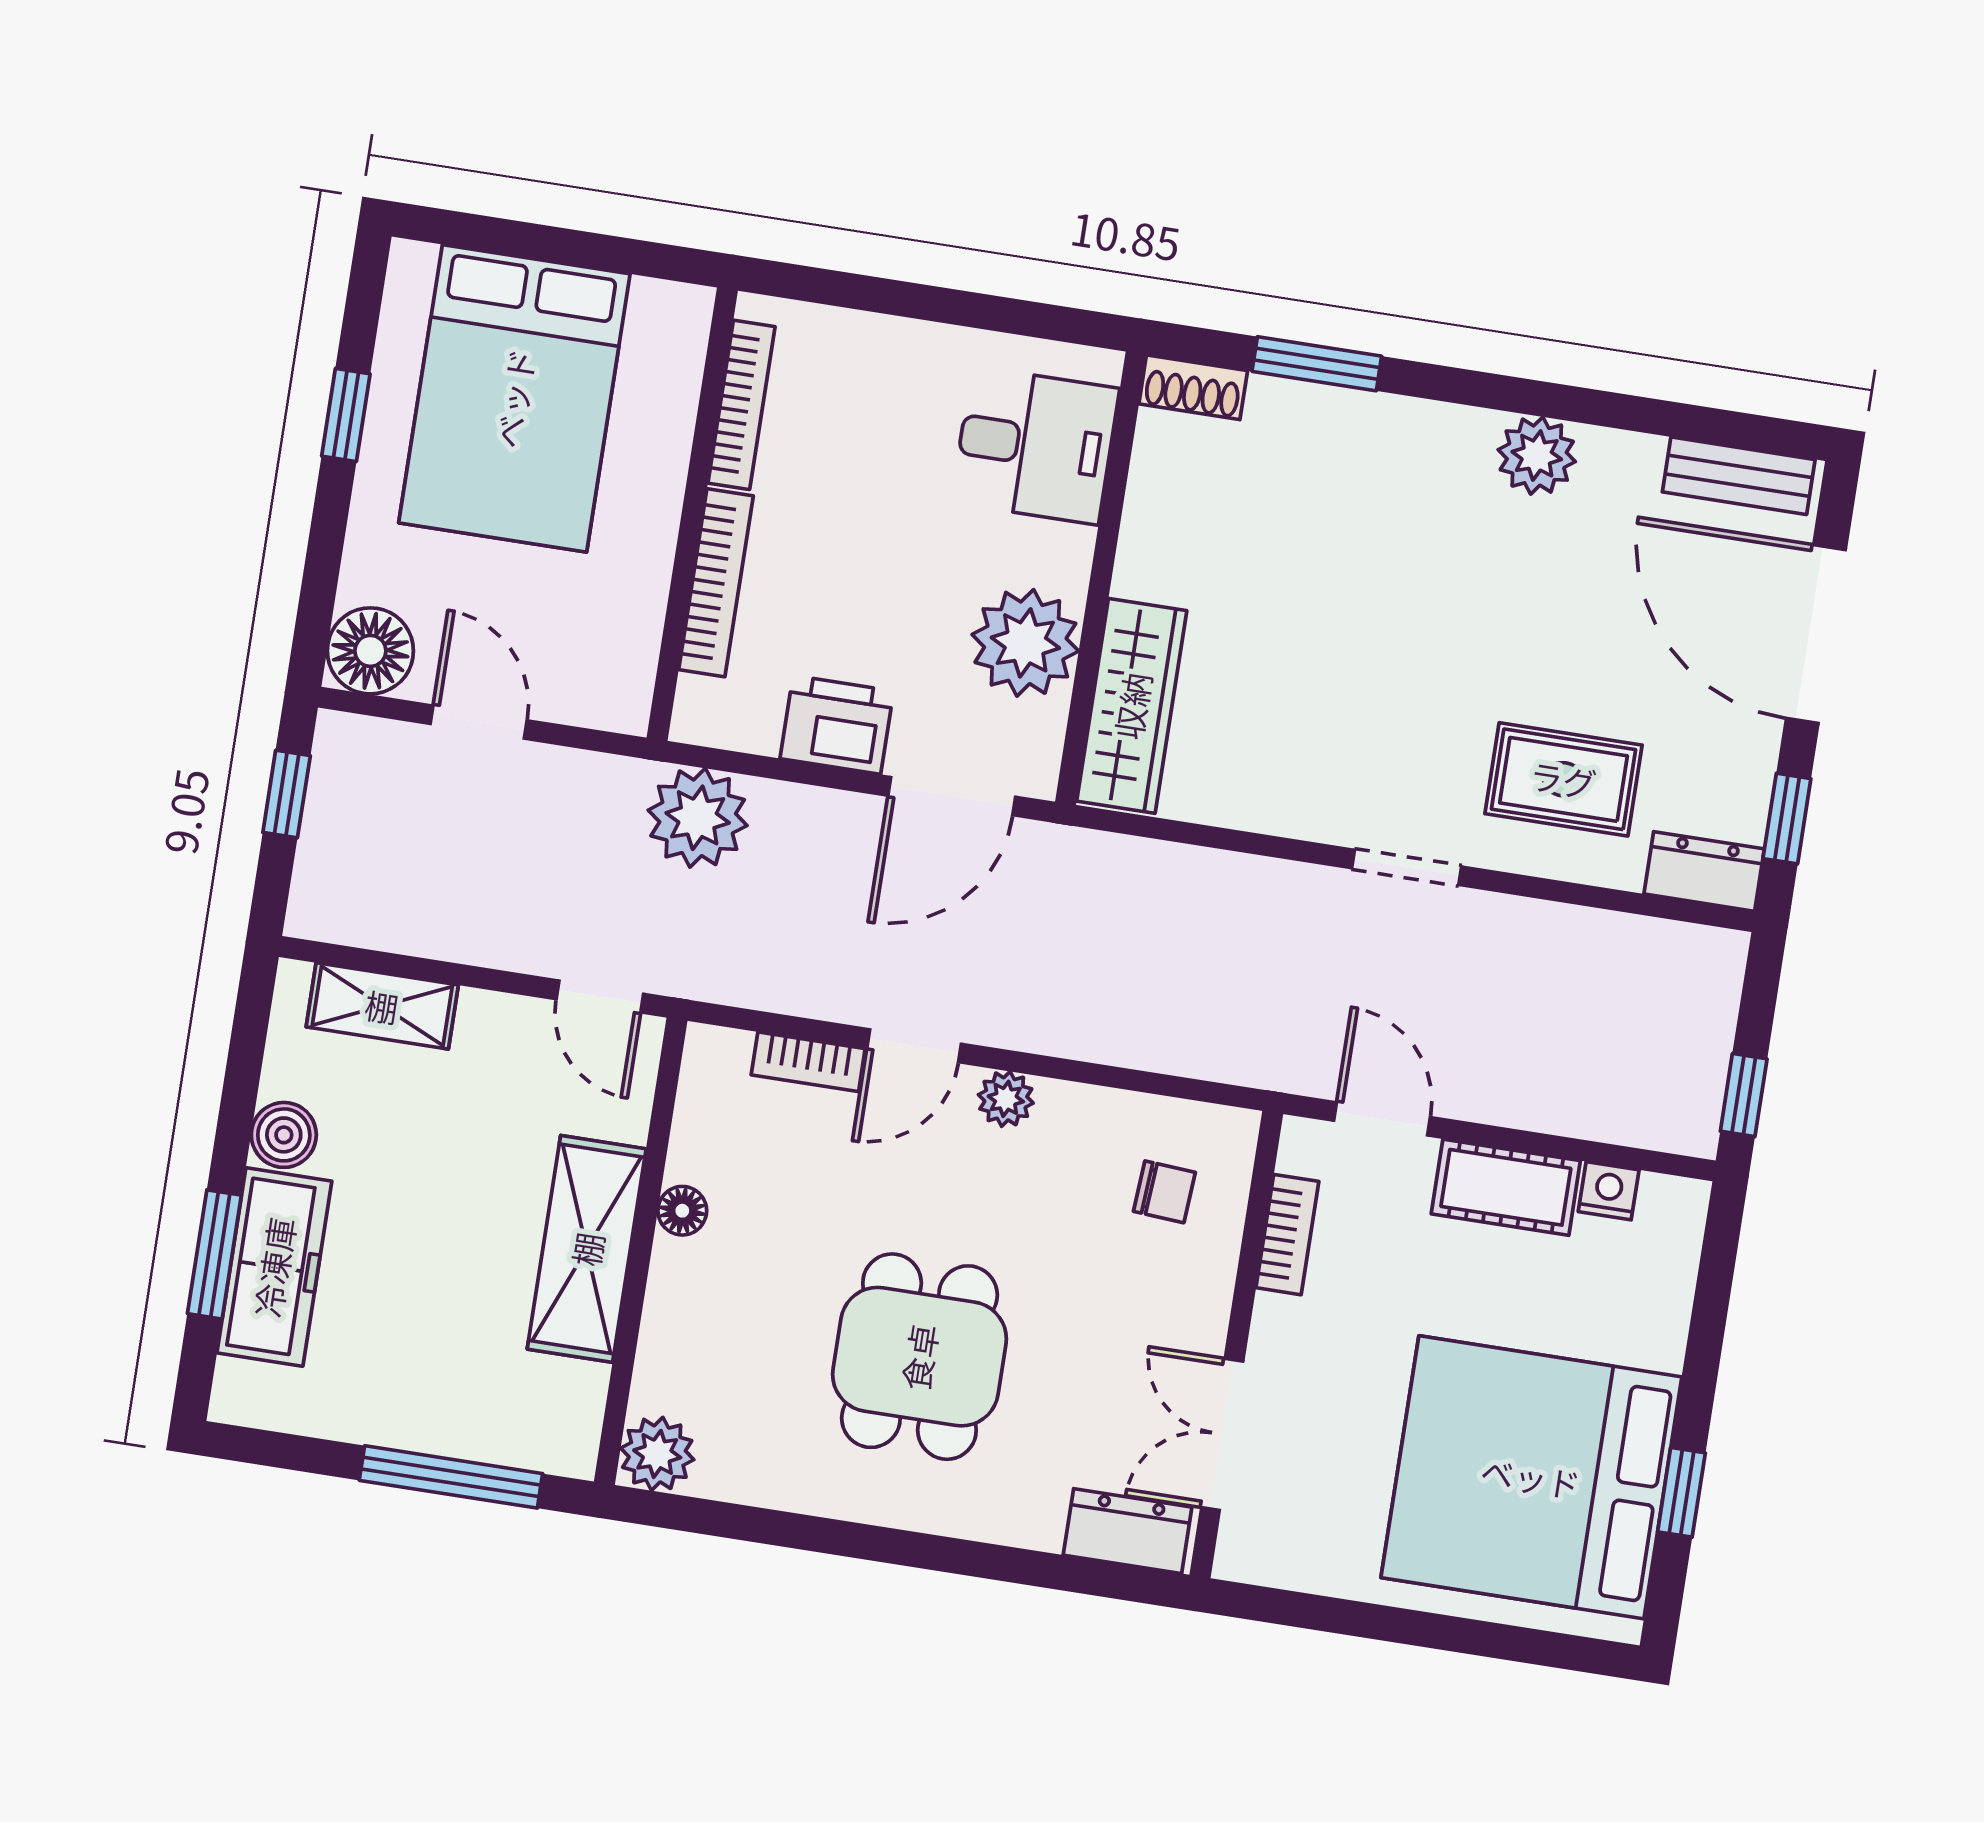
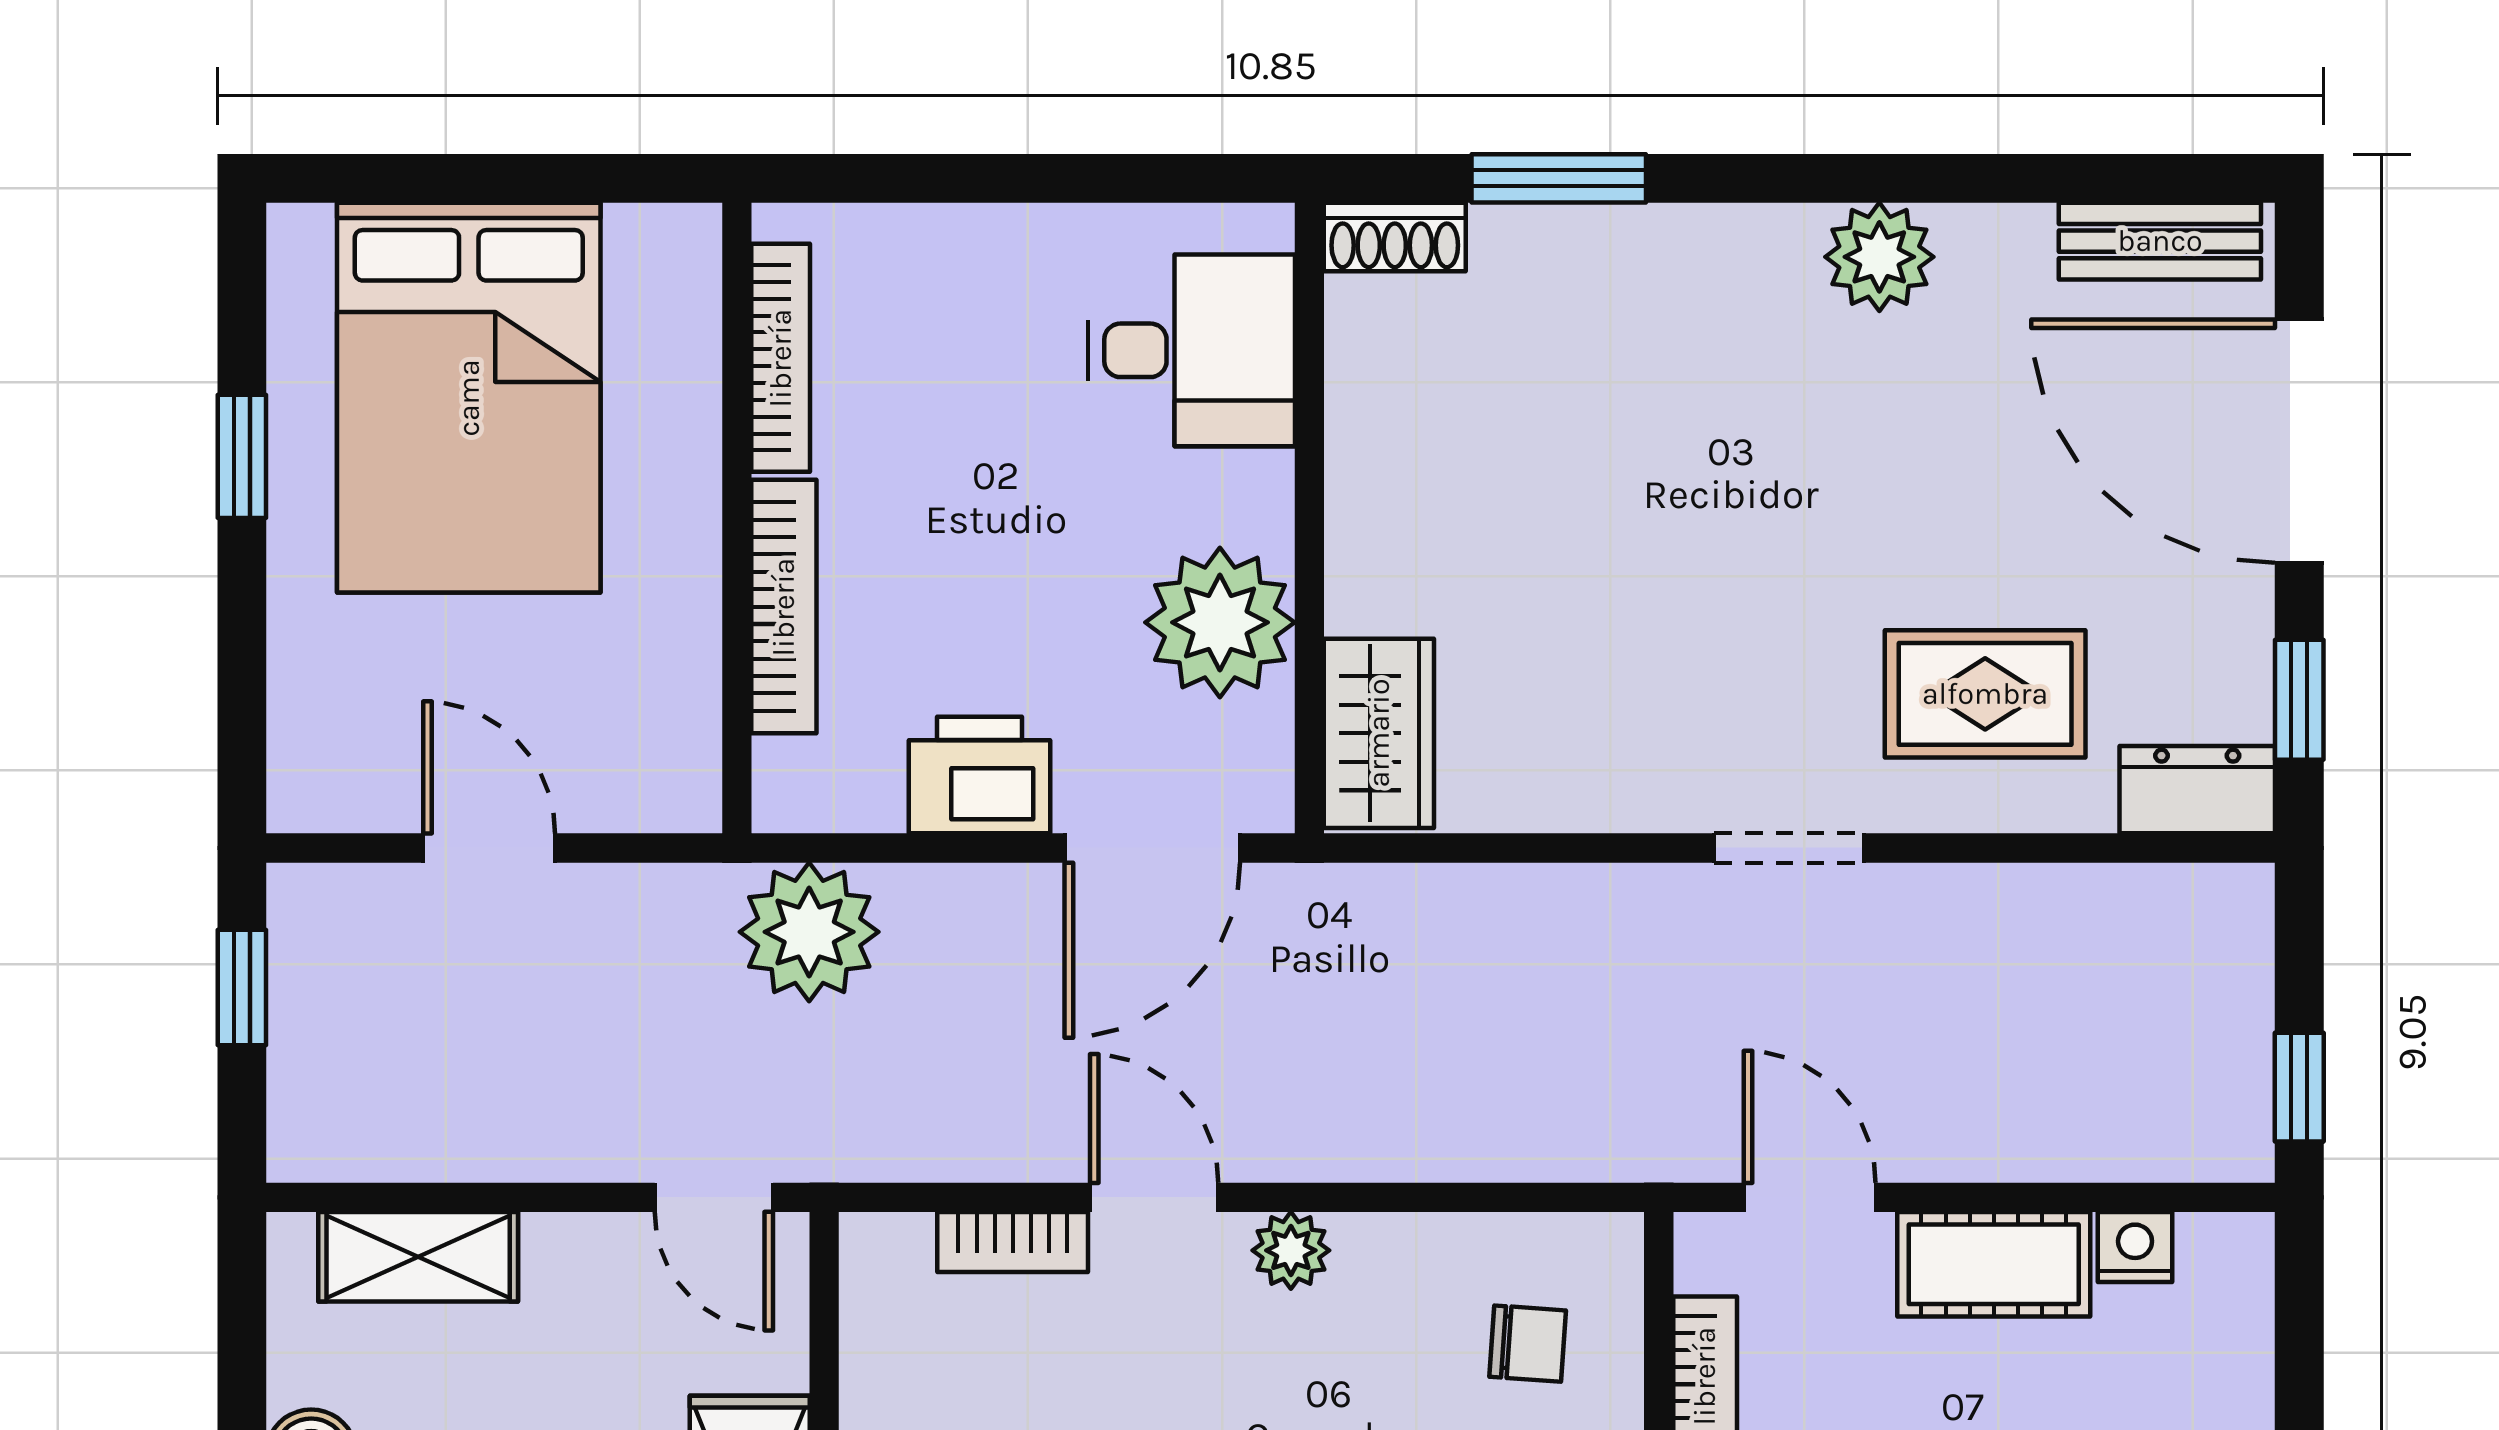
floor lamp: (370, 651) -> (326, 774), removed
wardrobe: (1132, 706) -> (1379, 733), width x0.67
door: (914, 1046) -> (1154, 1197), swing flipped

